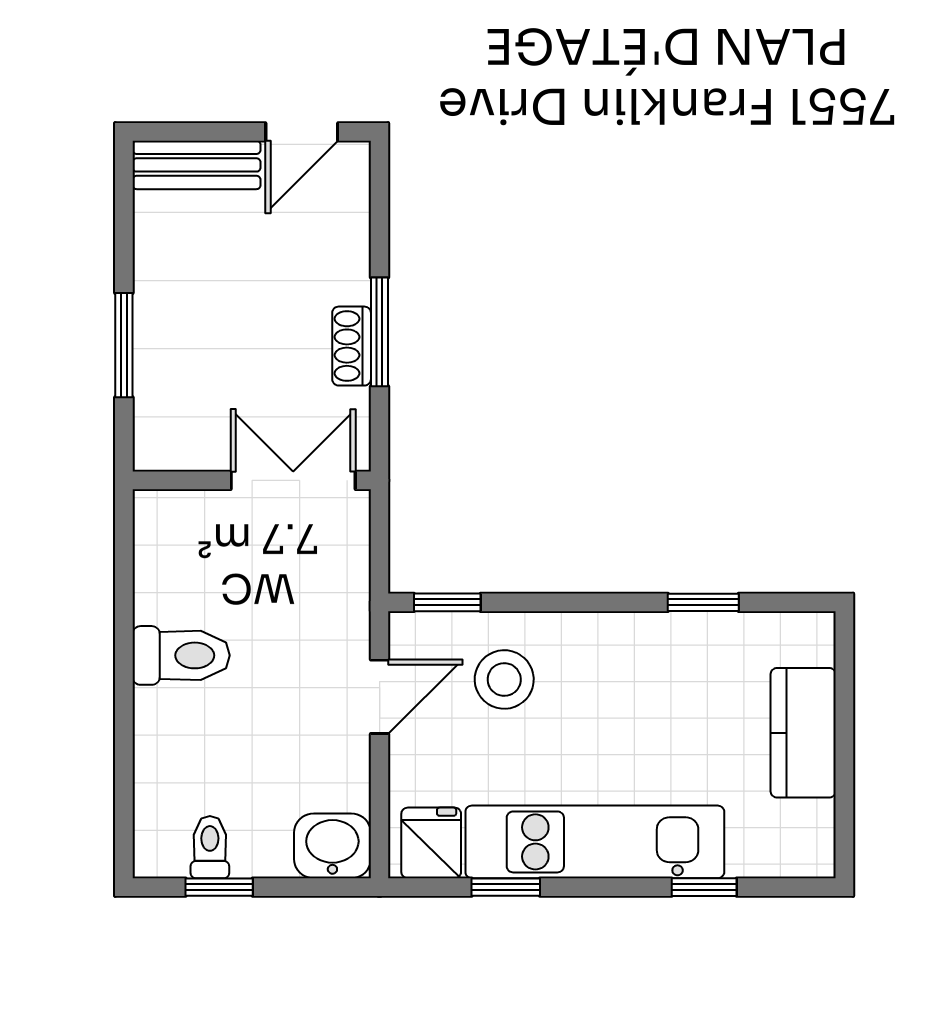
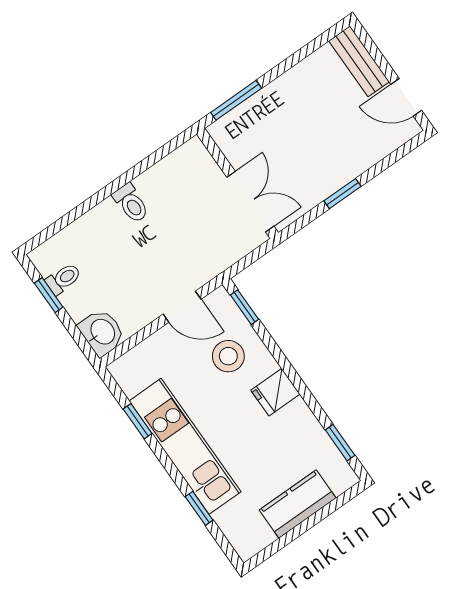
window: (380, 332) -> (342, 194), width x0.67
window: (124, 345) -> (236, 100), moved
shoe rack: (352, 346) -> (328, 186), removed
window: (703, 602) -> (340, 443), moved
toilet: (181, 655) -> (131, 203), width x0.73, depth x0.72
fridge: (431, 843) -> (275, 392), moved, turned 180

